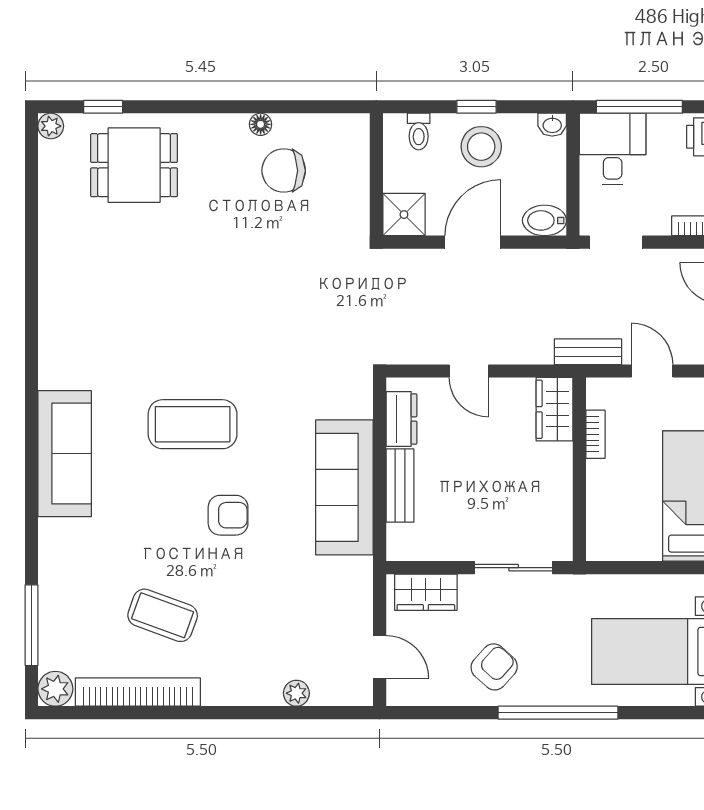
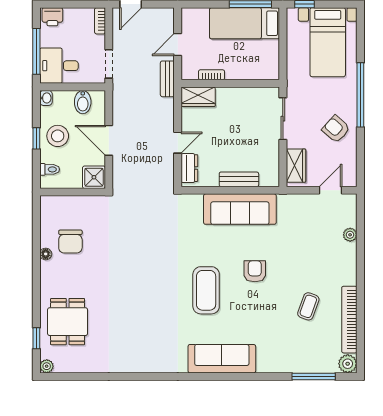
bidet: (544, 220) -> (83, 102), moved
dresser: (401, 419) -> (189, 168), moved, turned 90
coffee table: (163, 615) -> (308, 306), width x0.73, depth x0.77

